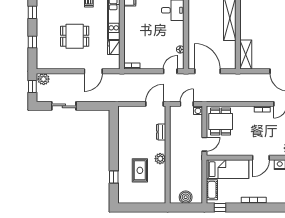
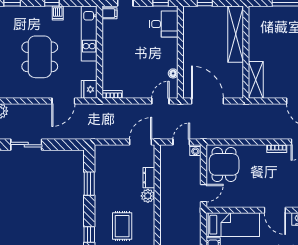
dining table: (75, 36) -> (40, 57), width x1.38
fridge: (114, 48) -> (89, 89), moved
window: (114, 137) -> (89, 184), added
door: (261, 158) -> (275, 210), hinge flipped
plant: (160, 159) -> (148, 196), moved

